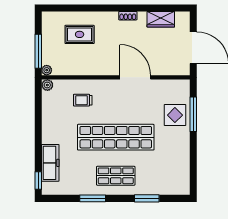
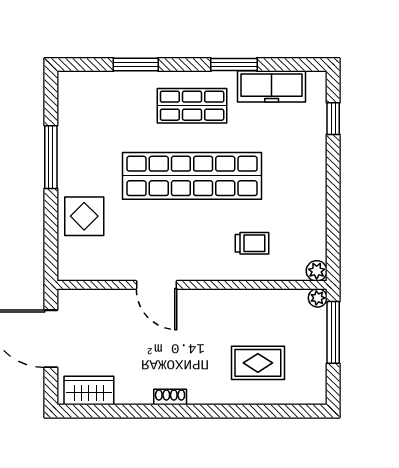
wardrobe: (161, 19) -> (89, 391), moved
door: (135, 77) -> (156, 285), width x0.73
window: (193, 114) -> (51, 157), moved
freezer: (50, 163) -> (272, 86), moved, turned -90
window: (38, 180) -> (333, 119), moved

